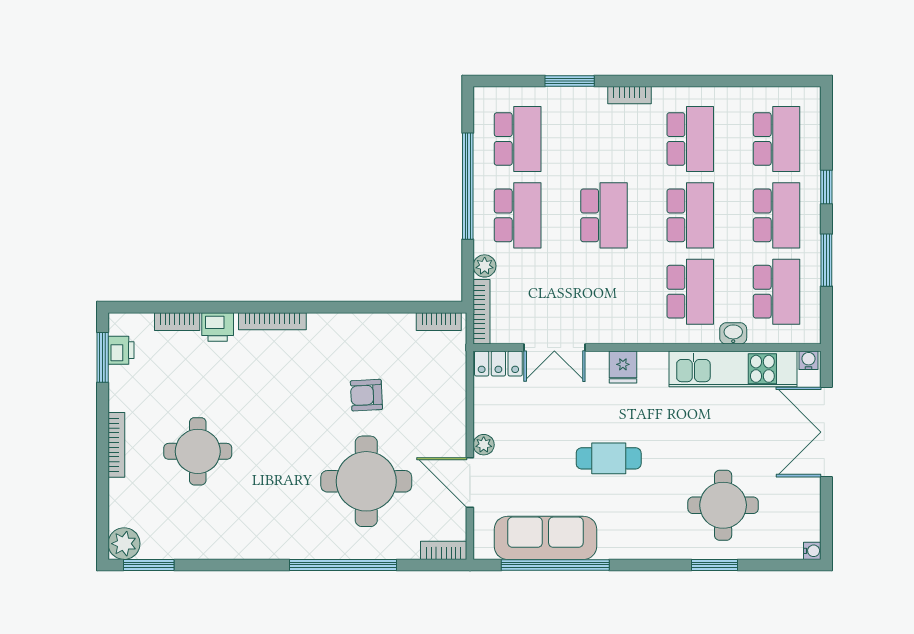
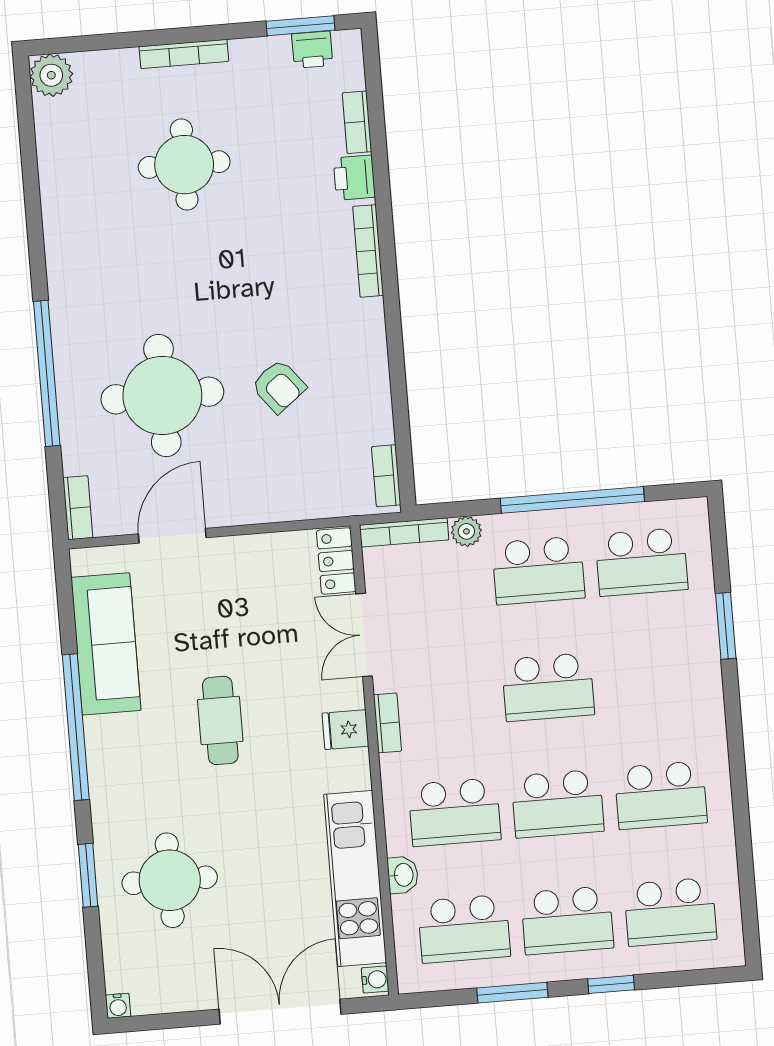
bookcase: (630, 95) -> (387, 723), moved, turned 180
armchair: (366, 395) -> (279, 386), turned 145
plant: (484, 445) -> (225, 550), removed
window: (149, 565) -> (25, 111), removed
window: (555, 565) -> (76, 727), moved

